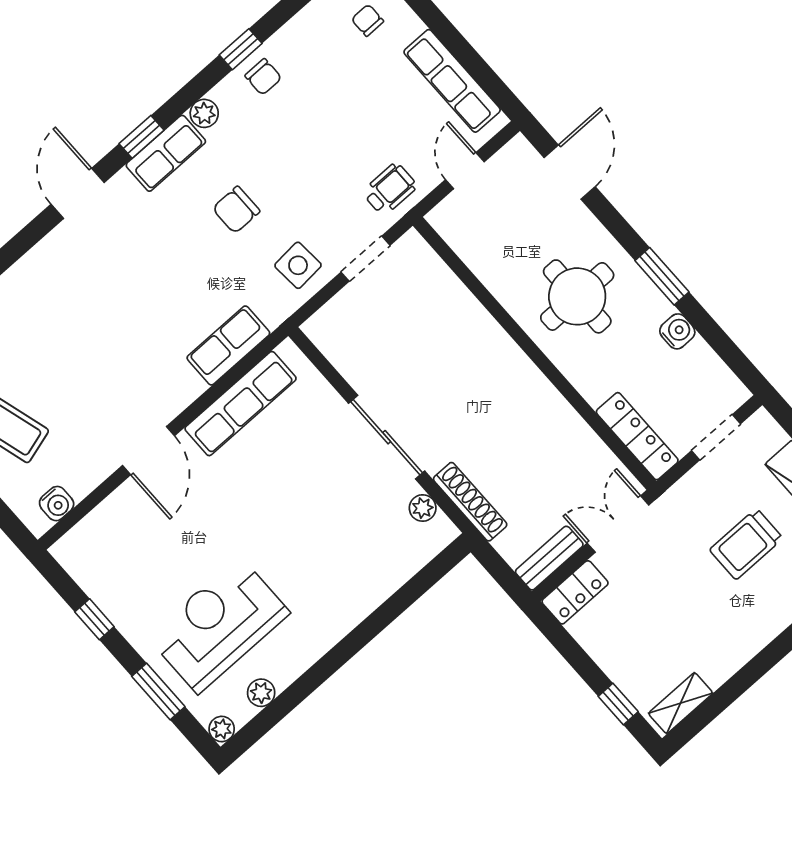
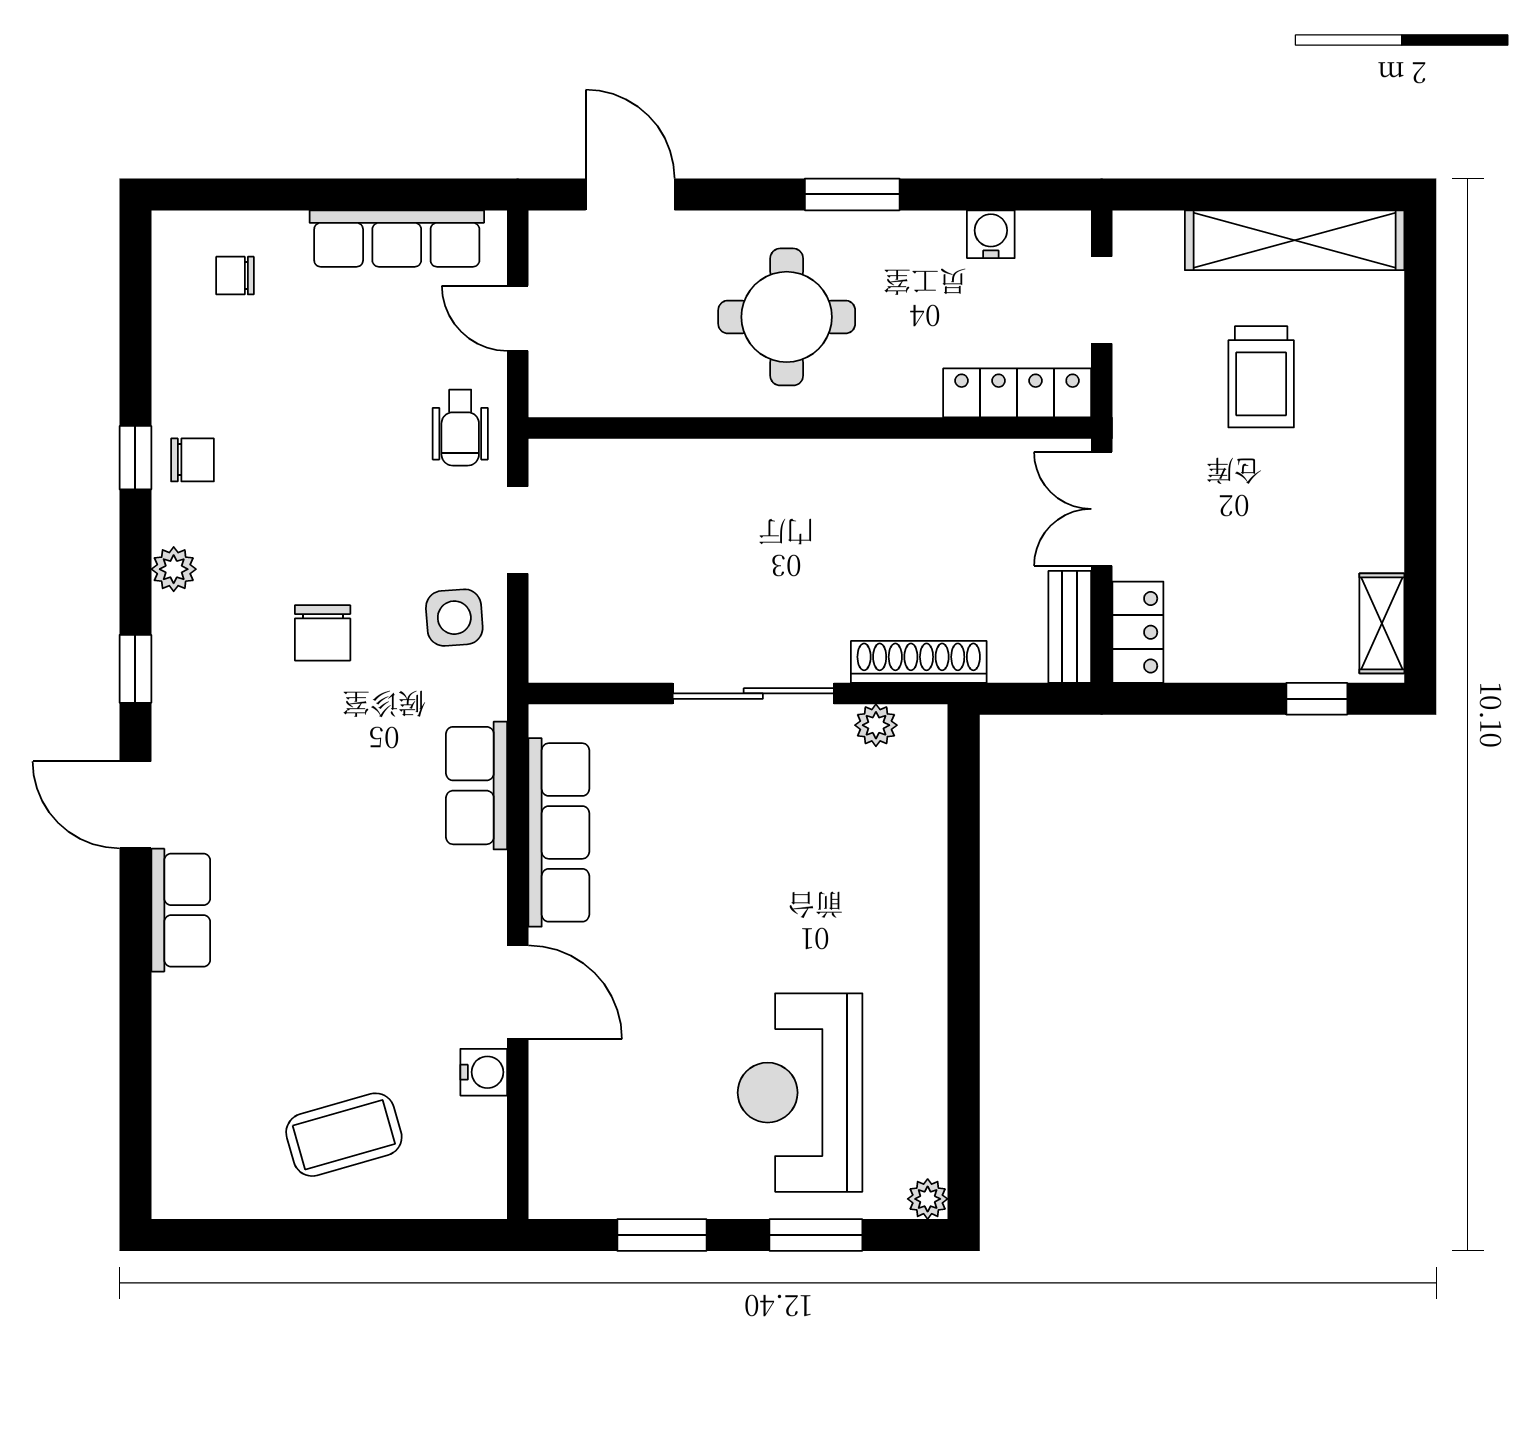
row of seats: (166, 153) -> (181, 910), moved
wheelchair: (390, 189) -> (460, 428), turned 180
water cooler: (677, 331) -> (991, 234), moved
water cooler: (57, 504) -> (484, 1072), moved
window: (94, 619) -> (662, 1235), width x1.50
plant: (261, 693) -> (926, 1114), removed

